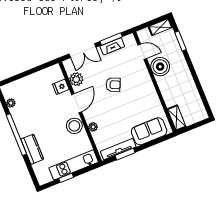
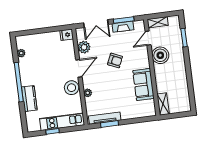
shelving: (160, 27) -> (158, 22), moved
door: (142, 52) -> (148, 38), swing flipped
fridge: (61, 87) -> (67, 35), moved
sofa: (149, 131) -> (143, 84), moved, turned -90

